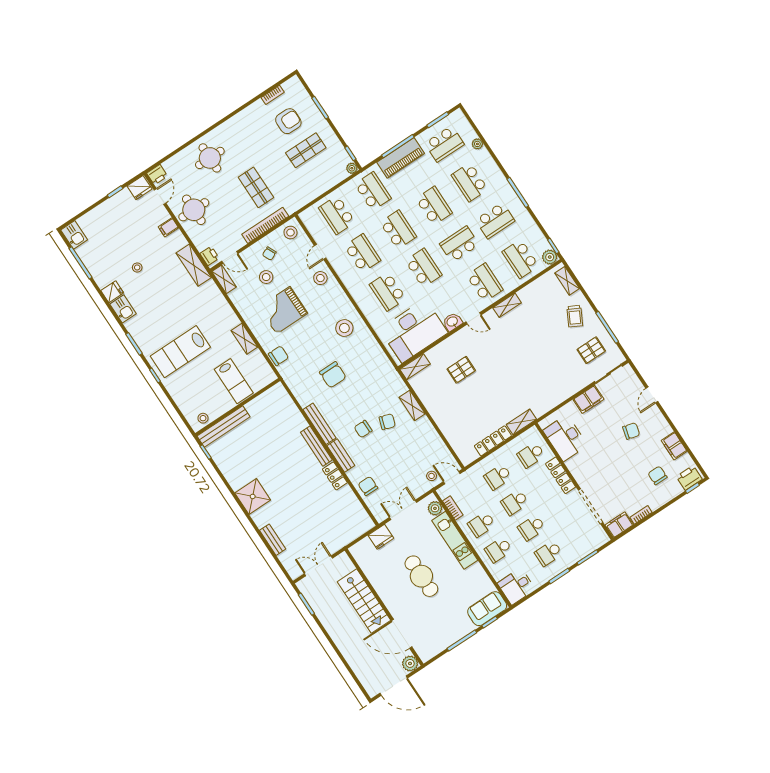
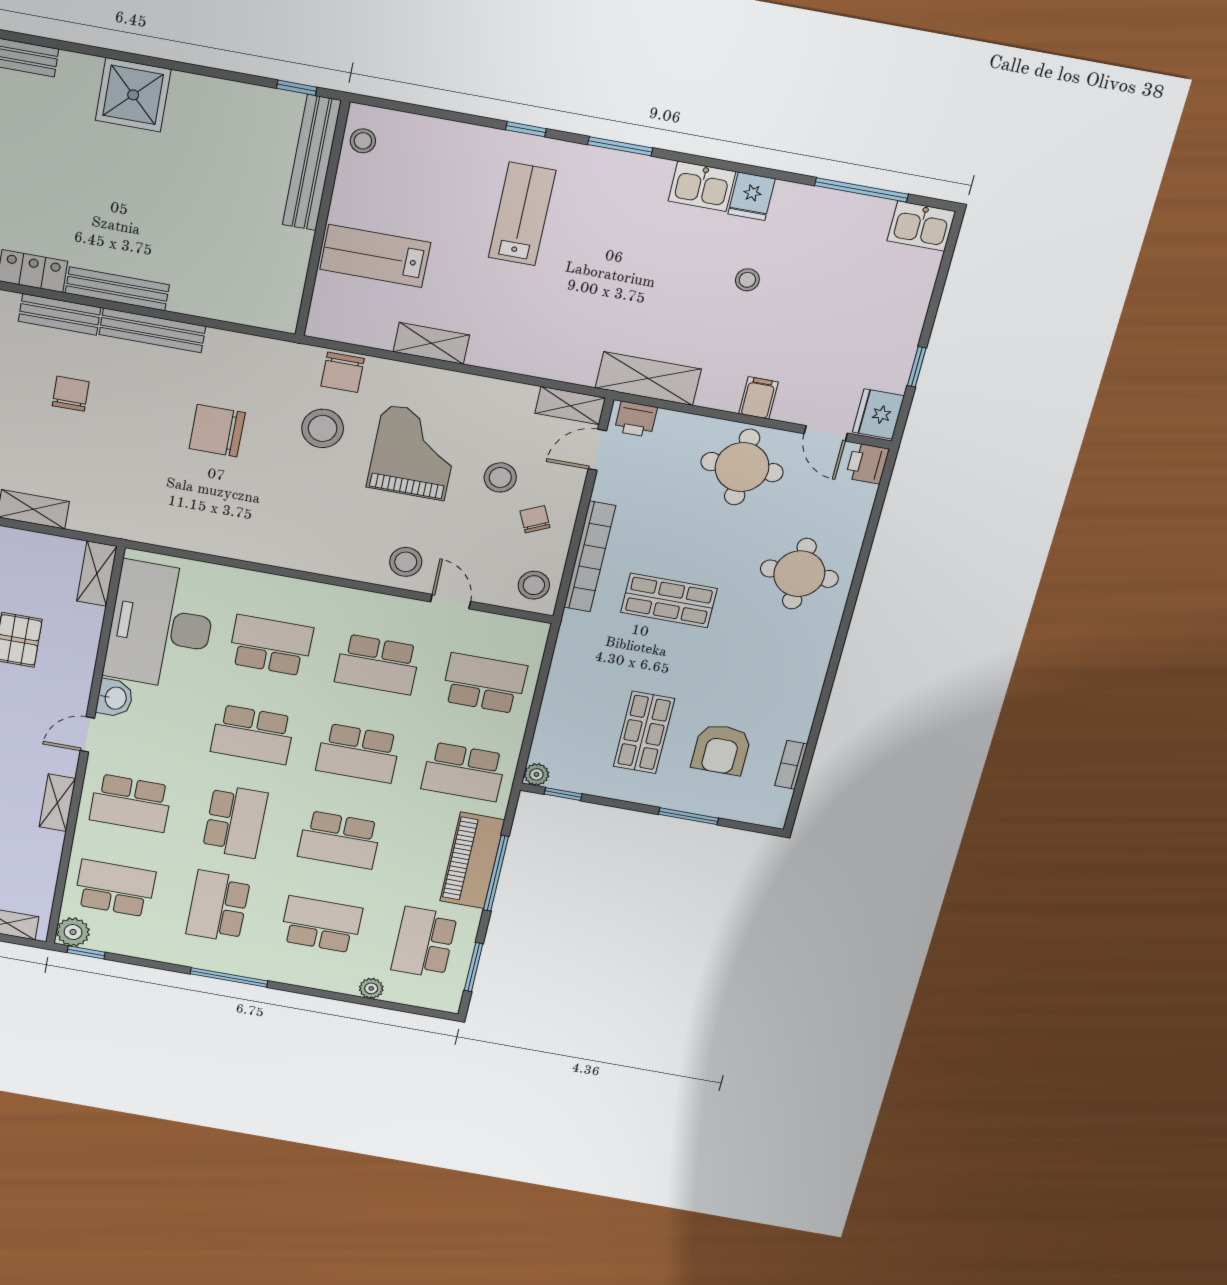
stool: (344, 328) -> (323, 428), moved
lab bench: (180, 352) -> (522, 214), width x0.73, depth x0.72
chair: (387, 422) -> (45, 444), removed

